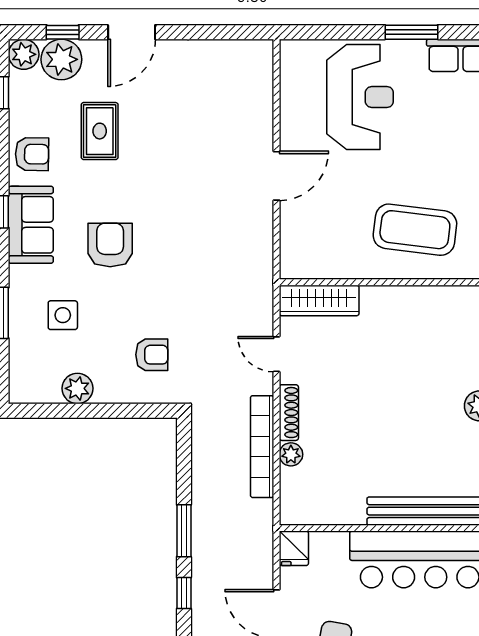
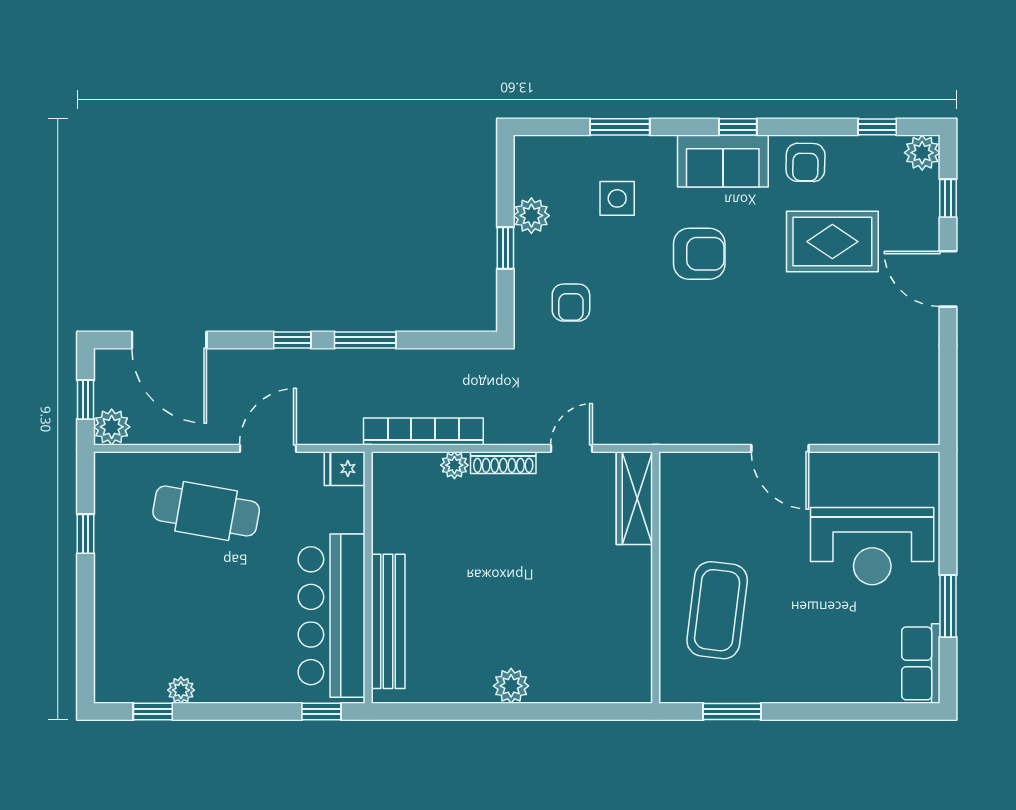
plant: (61, 59) -> (916, 197), removed
rug: (100, 131) -> (832, 242), width x1.36, depth x1.43
window: (105, 411) -> (505, 248), added
bookcase: (262, 447) -> (423, 431), moved

